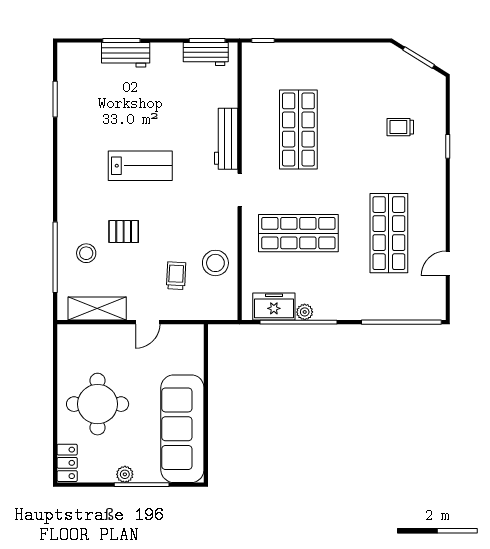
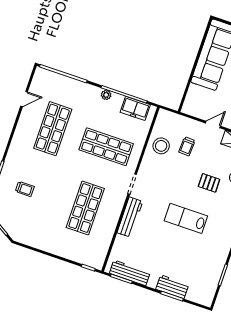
workbench: (206, 54) -> (130, 273), width x1.38
plant: (305, 312) -> (106, 95), moved

